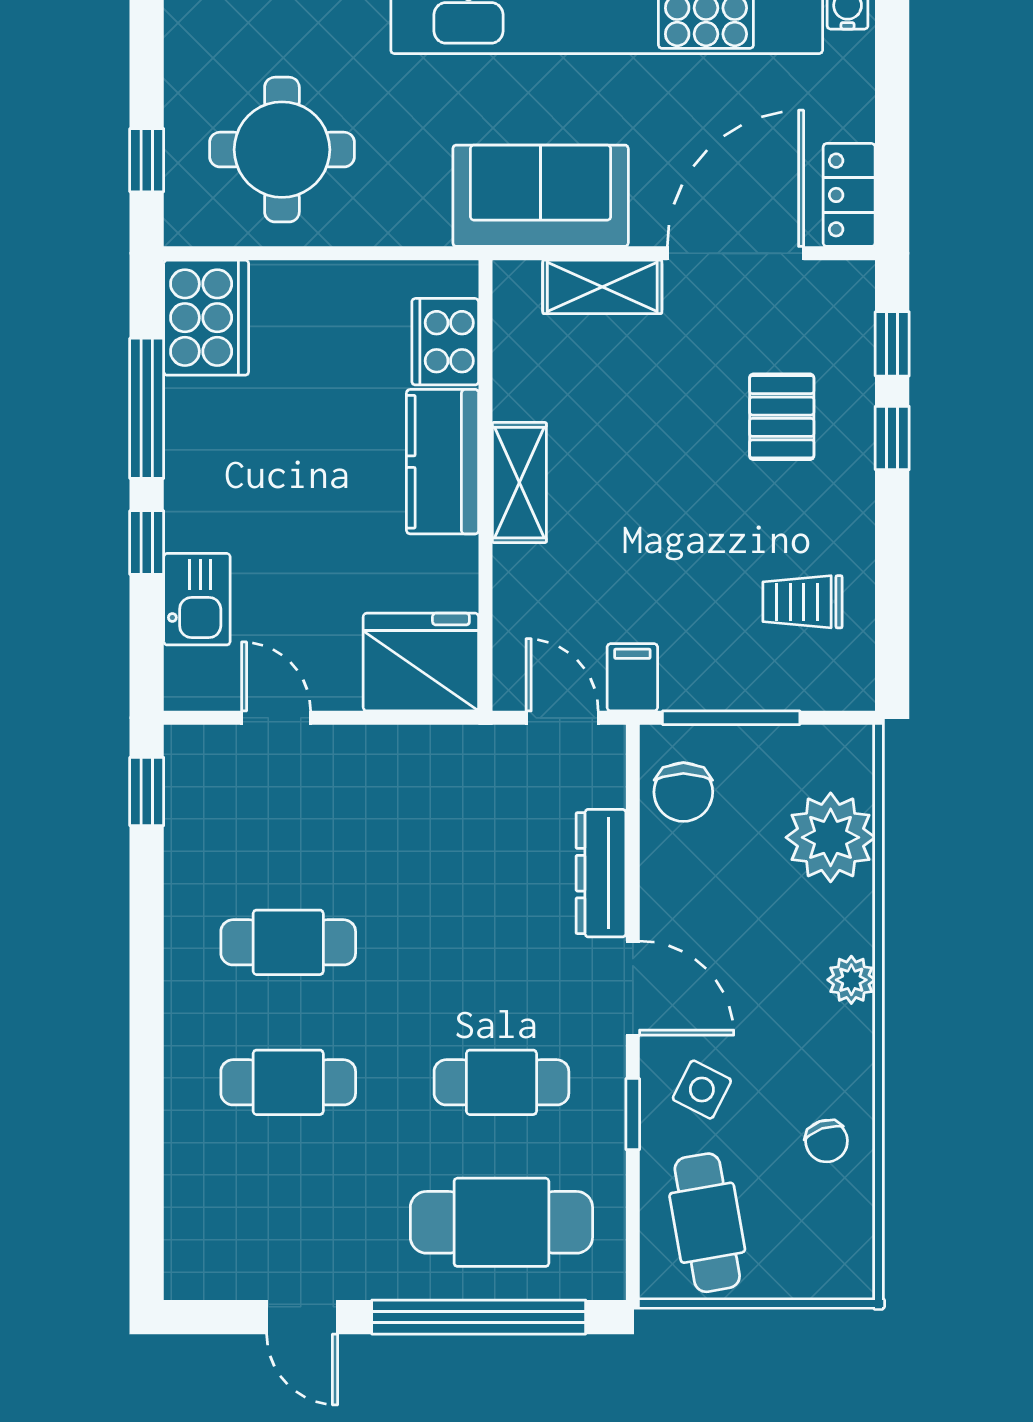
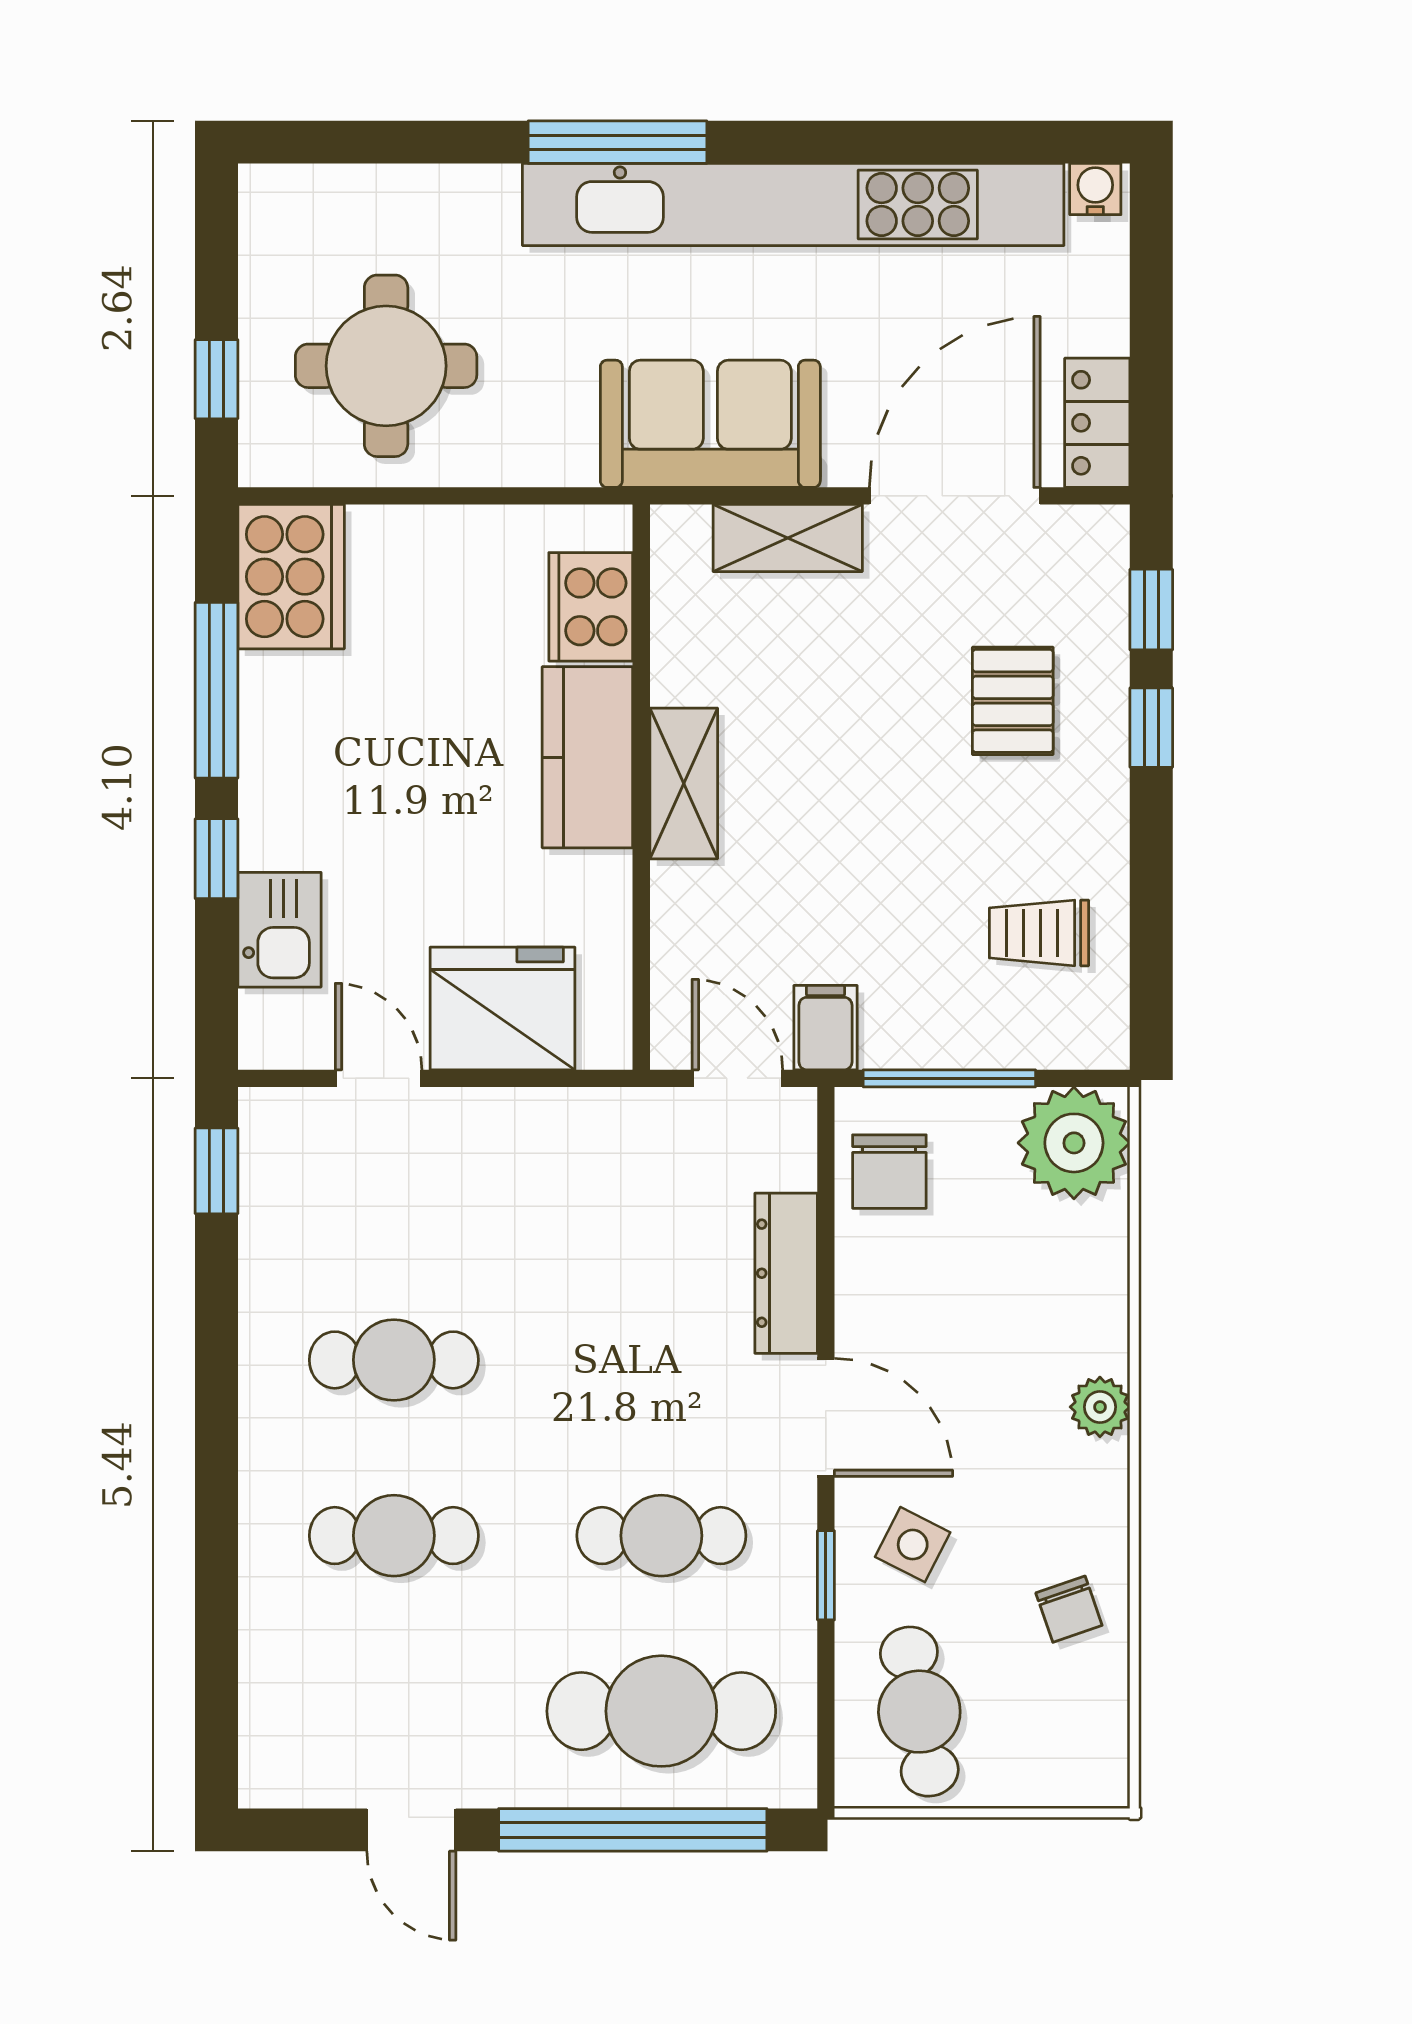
fridge: (421, 662) -> (503, 1009), moved
plant: (831, 837) -> (1074, 1143), moved

